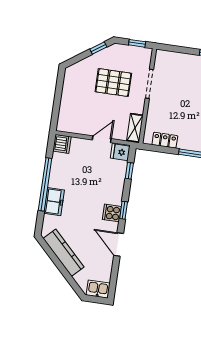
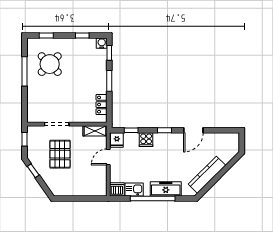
door: (102, 139) -> (108, 157), hinge flipped
freezer: (54, 202) -> (166, 189), width x1.40
cooker: (112, 213) -> (146, 140), moved
kitchen sink: (98, 289) -> (134, 190), moved, turned 90

